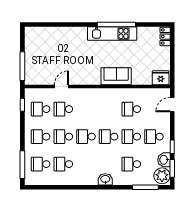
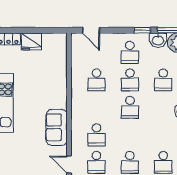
sofa: (116, 76) -> (57, 127), moved
fridge: (161, 78) -> (31, 41), moved, turned -90
school desk: (86, 137) -> (96, 135), moved

